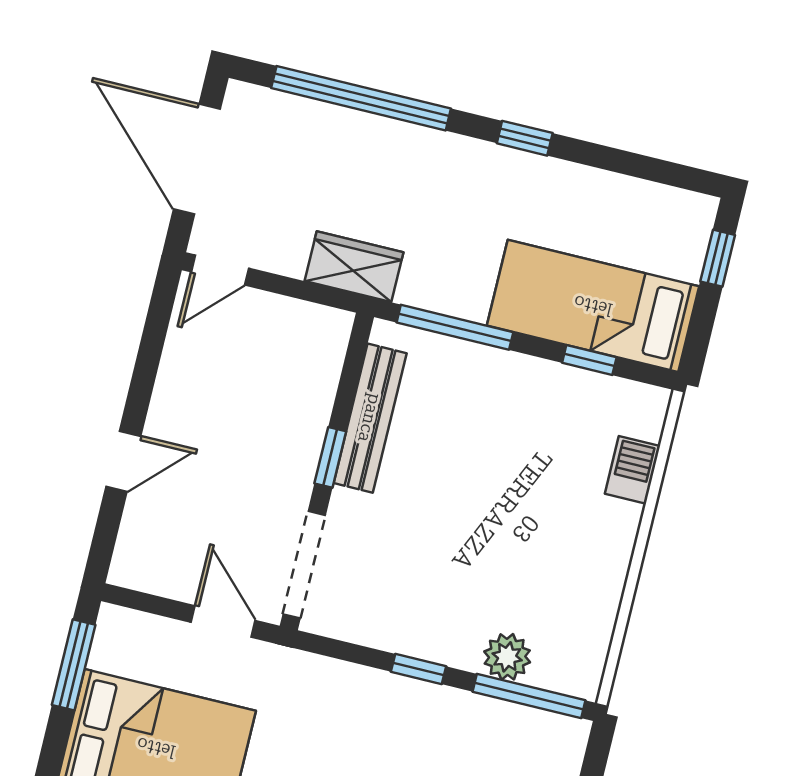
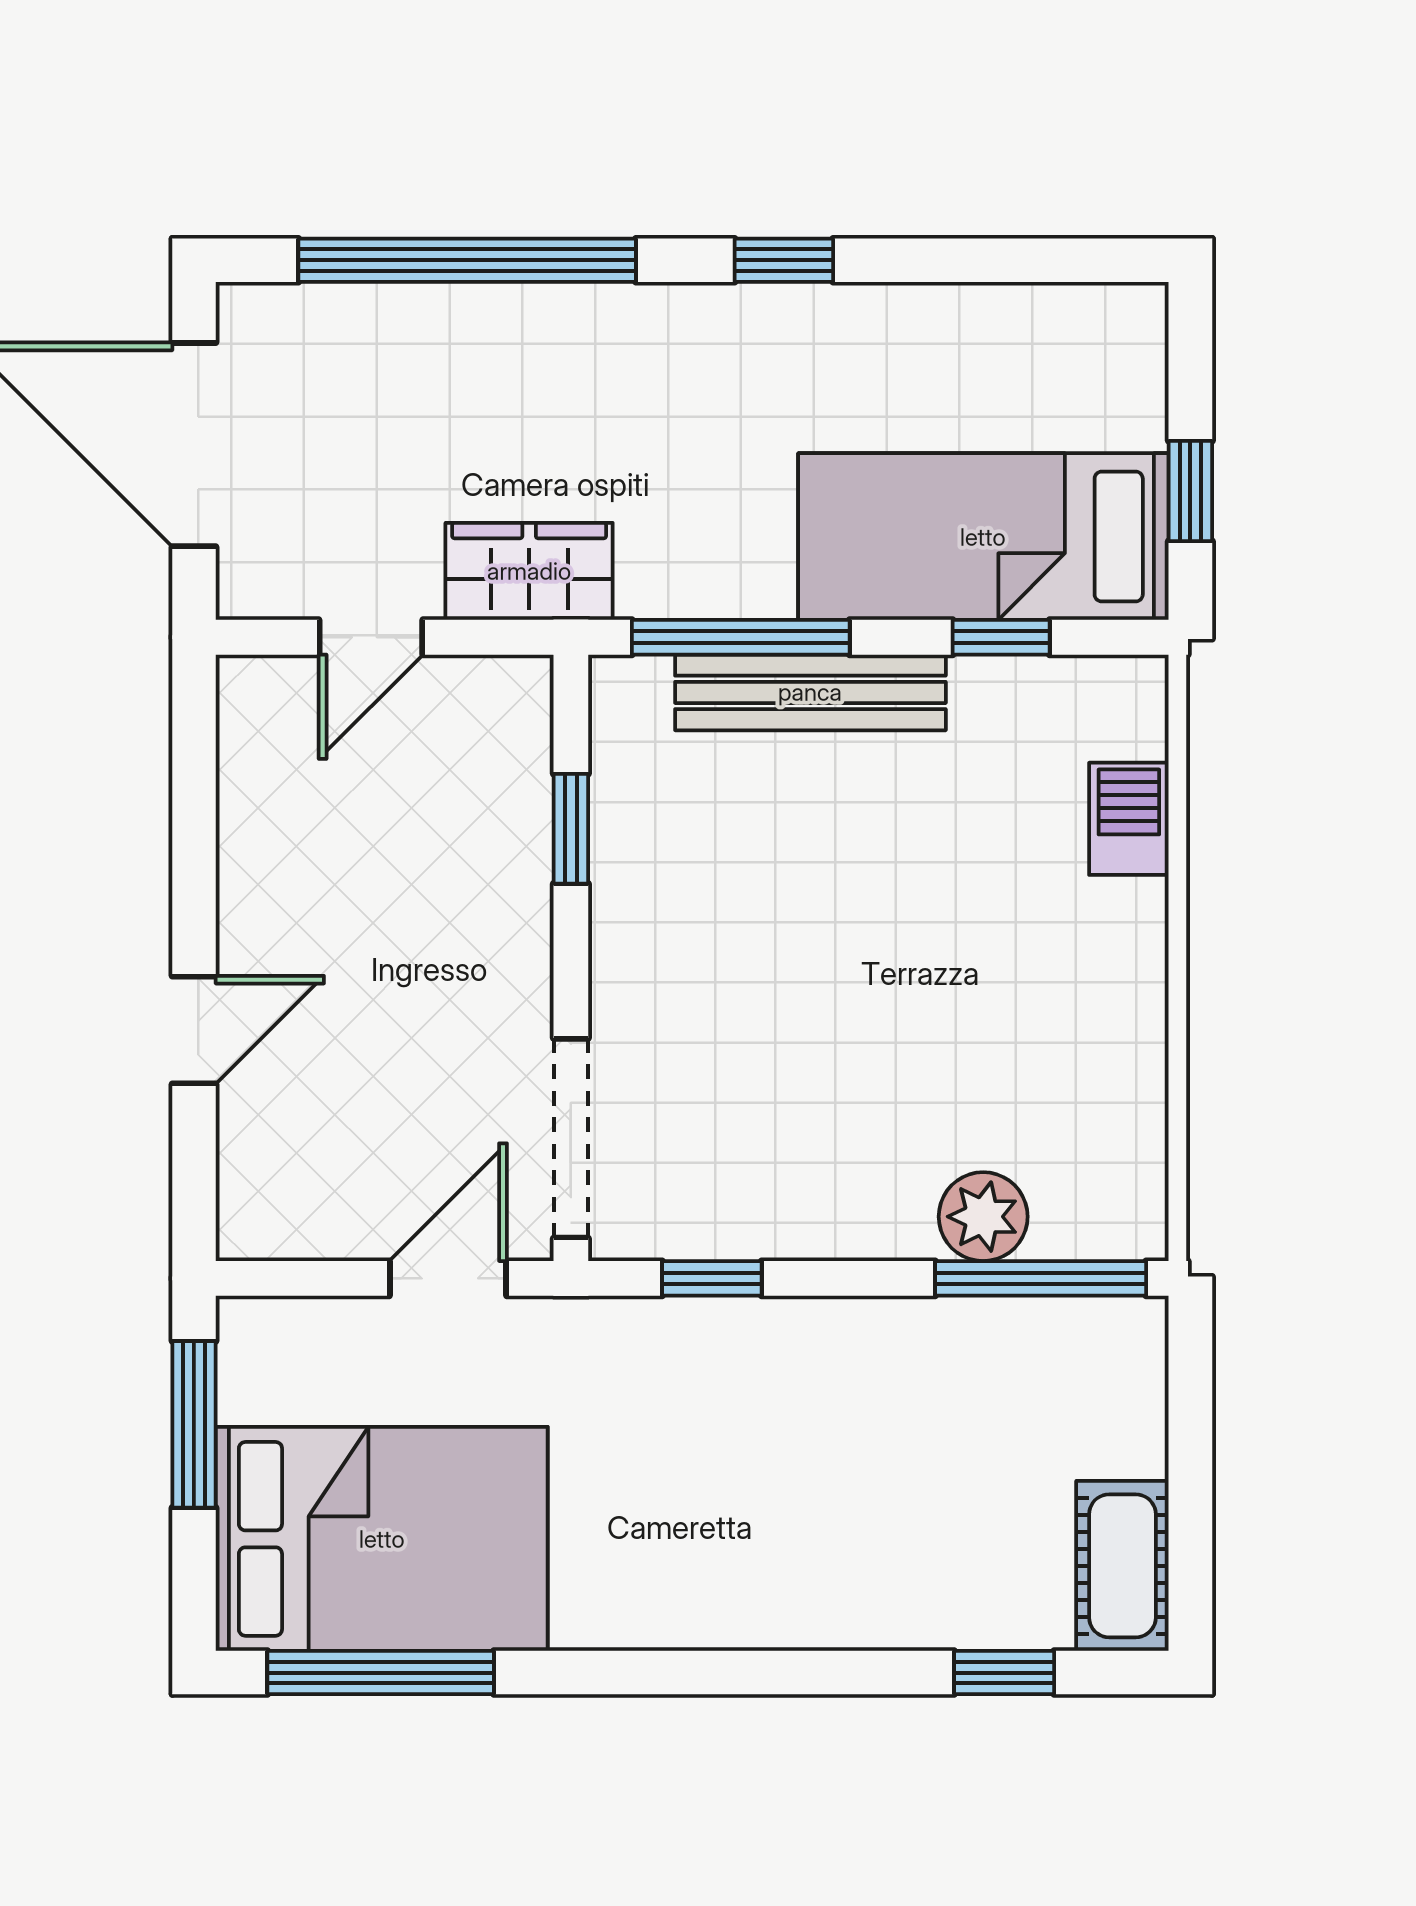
window: (718, 258) -> (1190, 491), moved
door: (220, 270) -> (371, 637), moved
bench: (370, 418) -> (810, 692), moved, turned 90
window: (330, 457) -> (571, 829), moved
door: (223, 621) -> (448, 1278), hinge flipped
window: (419, 669) -> (712, 1278), moved

